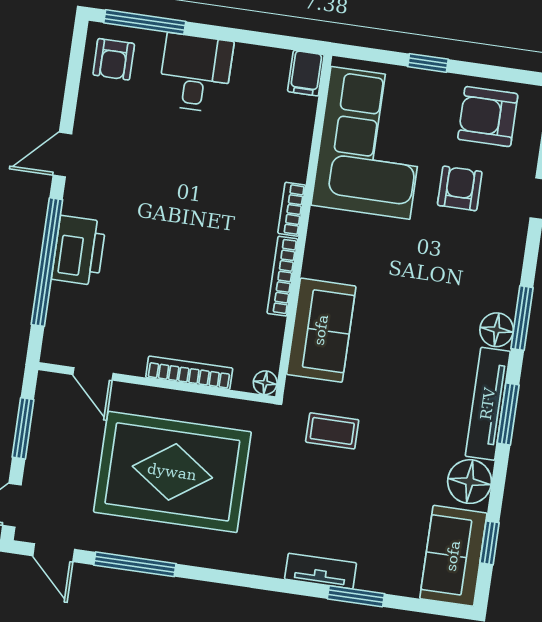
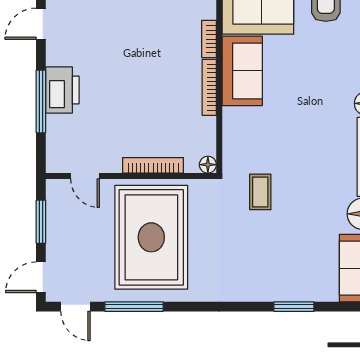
window: (47, 262) -> (41, 101), width x0.68
sofa: (321, 330) -> (242, 71), moved
coffee table: (332, 431) -> (260, 192), turned 90
rug: (172, 472) -> (151, 237), turned 90
tv unit: (321, 571) -> (266, 292), removed

